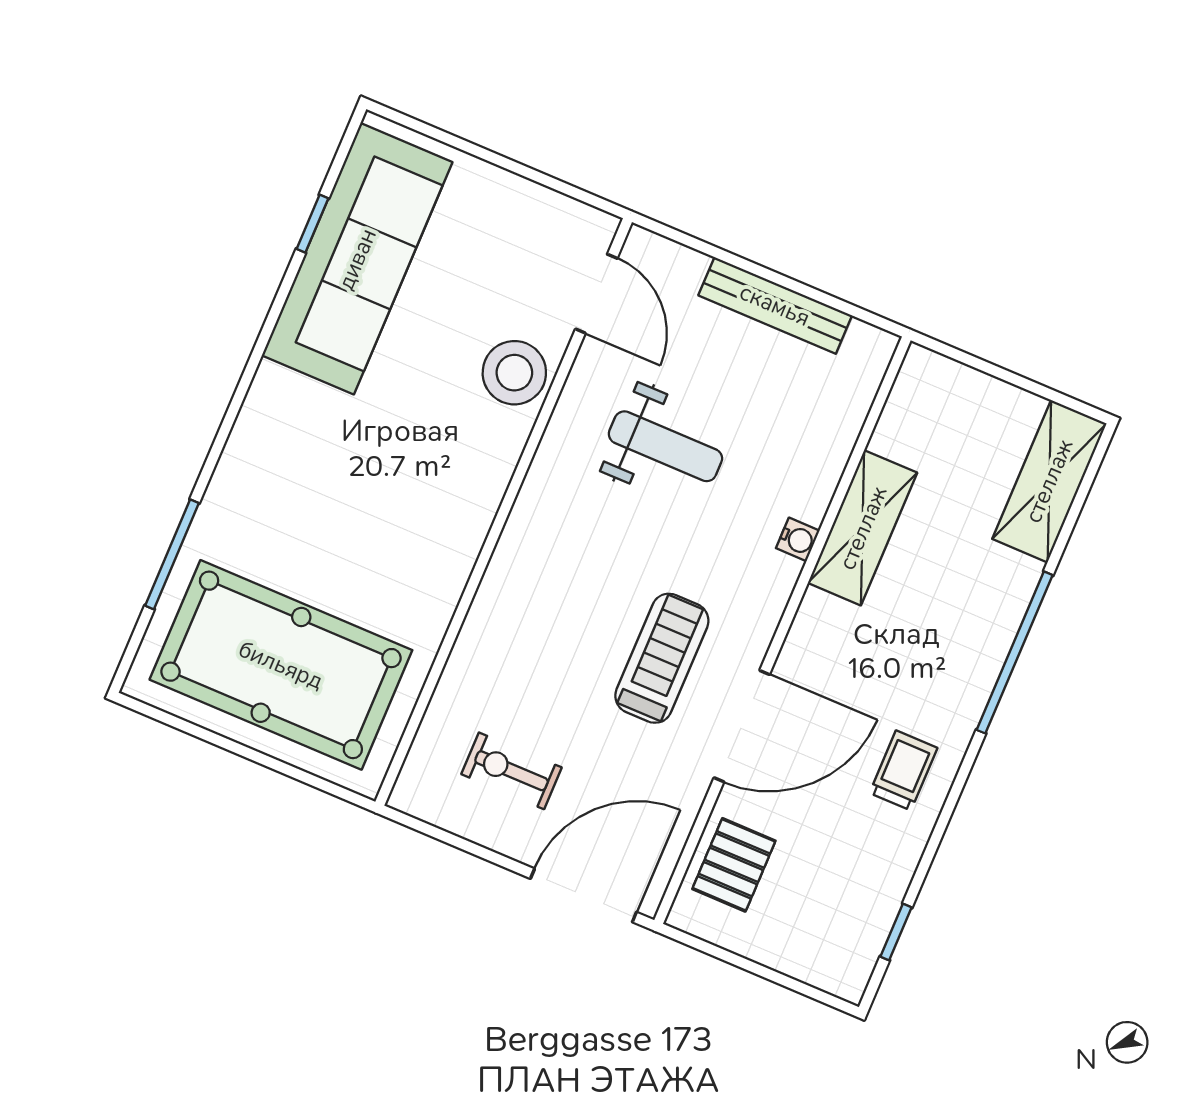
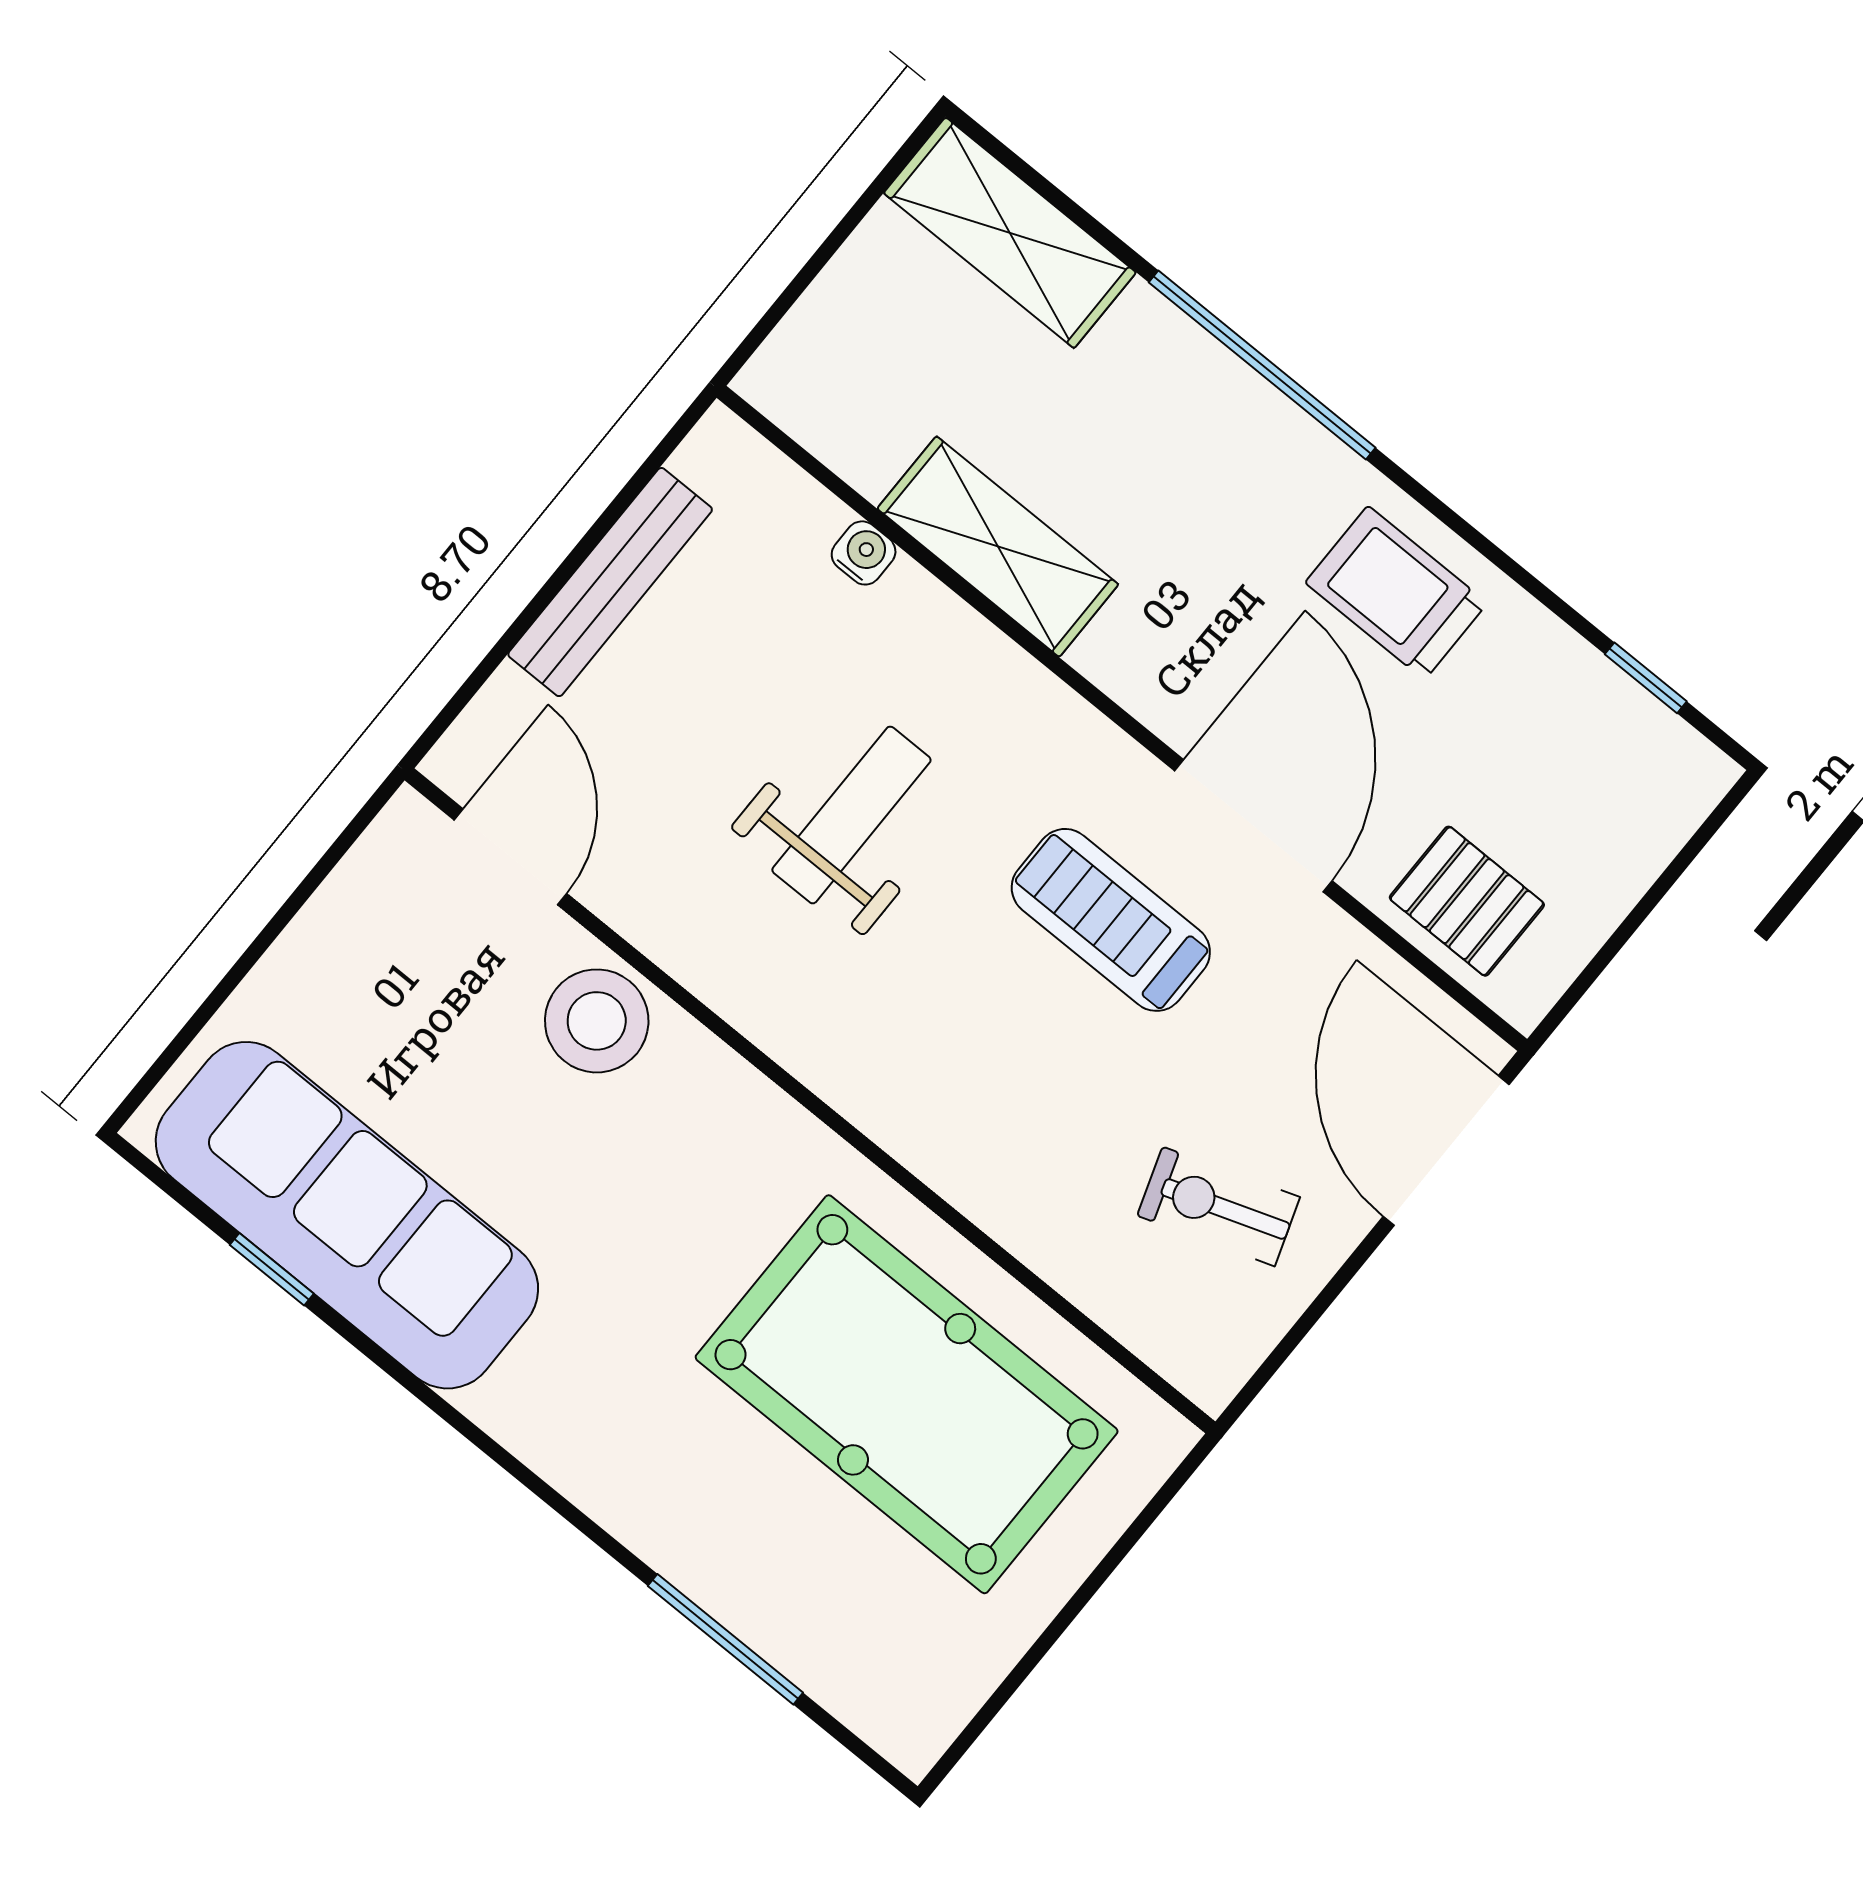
door: (596, 294) -> (510, 857), hinge flipped
weight bench: (665, 446) -> (851, 815), moved
water cooler: (798, 539) -> (864, 553), moved
pool table: (281, 665) -> (907, 1394), moved, turned 90
trolley: (903, 770) -> (1396, 593), width x1.36, depth x1.39
exercise bike: (511, 771) -> (1219, 1206), turned 71

